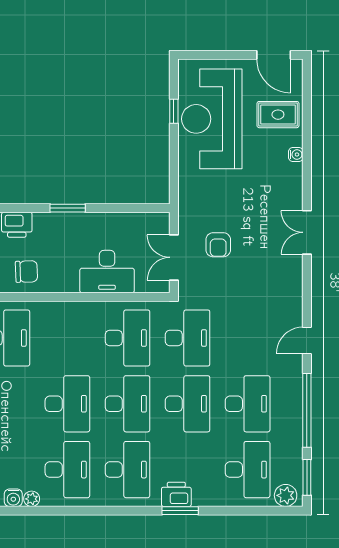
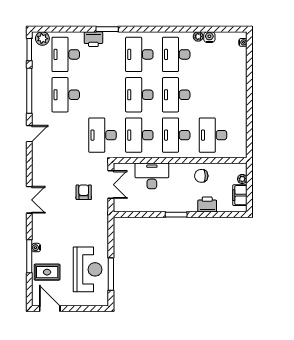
window: (174, 111) -> (111, 274), width x2.17
reception desk: (212, 119) -> (88, 269), width x0.74, depth x0.77
window: (307, 140) -> (29, 256), added
desk: (188, 404) -> (176, 135), moved
printer: (176, 494) -> (93, 39), moved

